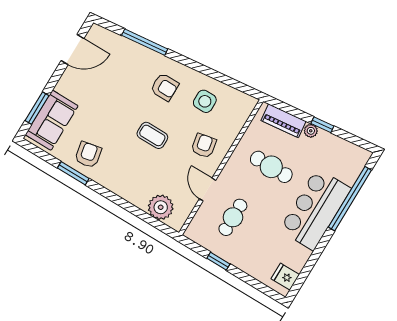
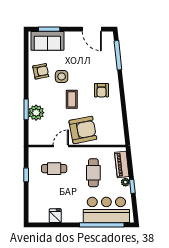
window: (145, 42) -> (118, 55), moved
side table: (205, 101) -> (62, 76), moved
armchair: (204, 146) -> (83, 130), width x1.88, depth x1.88
window: (73, 173) -> (26, 109), moved
plant: (161, 207) -> (36, 113), moved
bar counter: (315, 209) -> (106, 210), moved
fridge: (285, 277) -> (55, 216), moved

